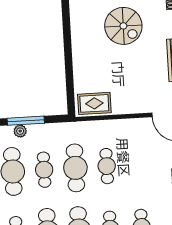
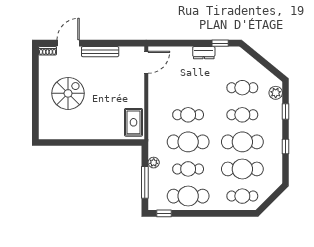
plant: (20, 131) -> (154, 163), moved

